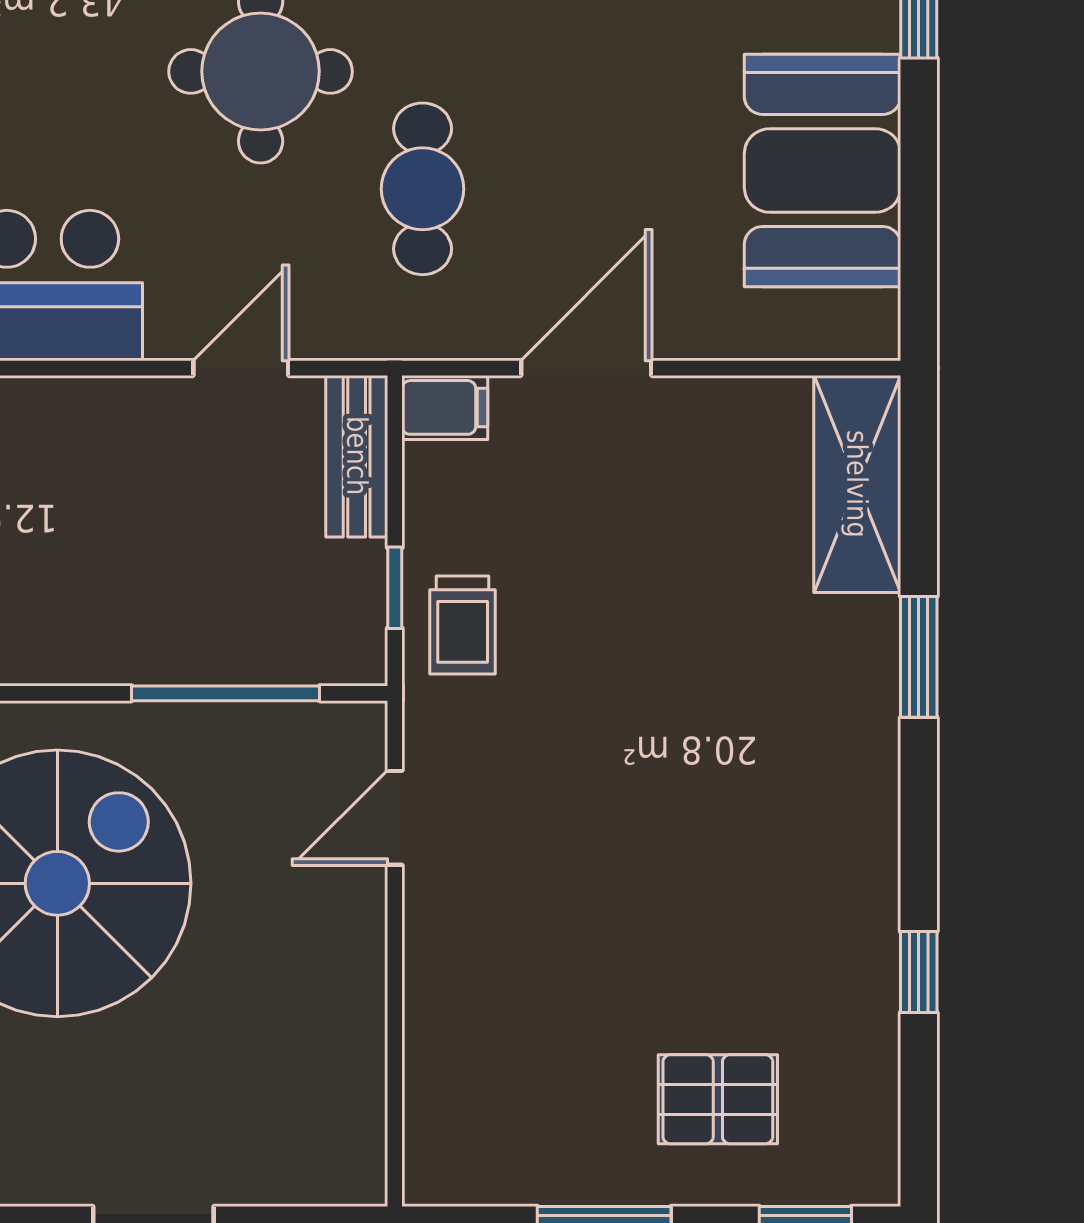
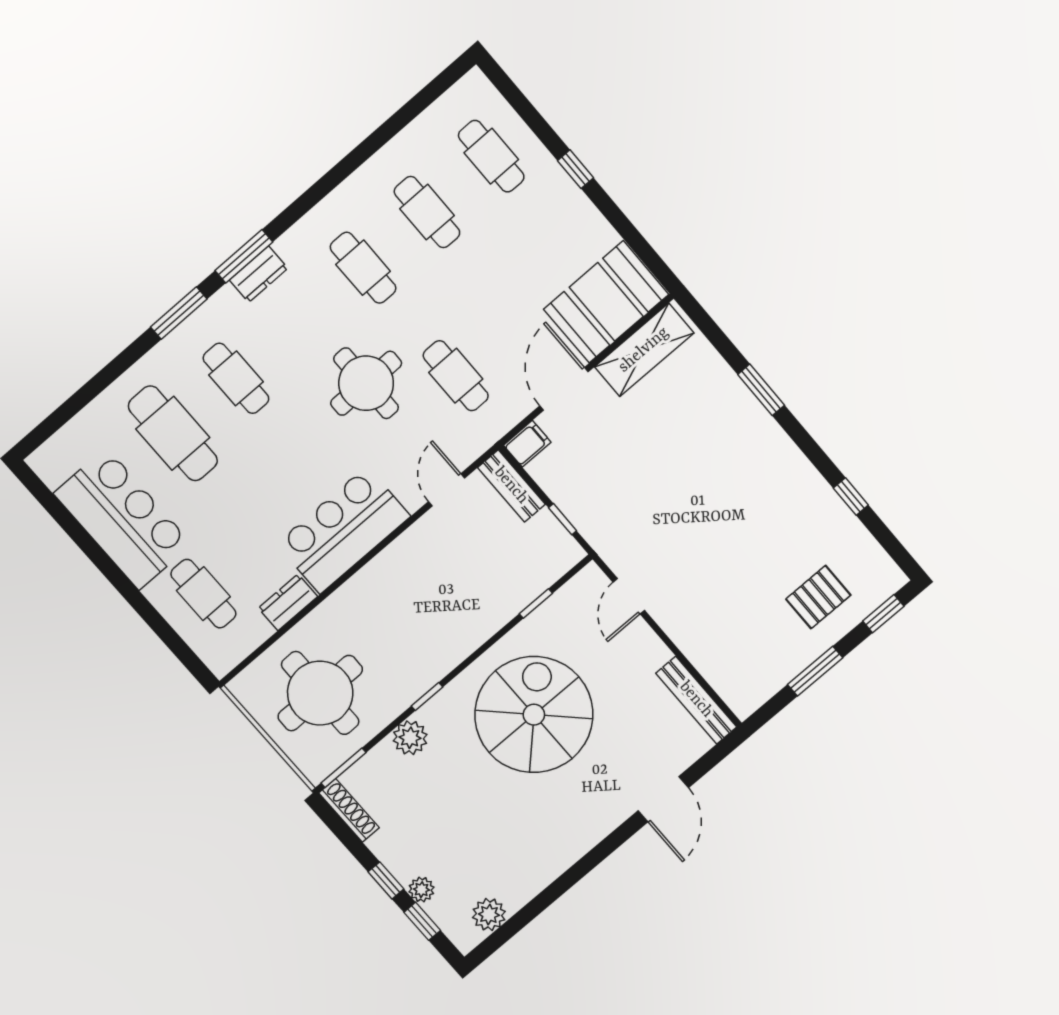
booth: (823, 170) -> (606, 302), moved, turned 90
shelving: (857, 484) -> (644, 350), moved, turned 90
trolley: (463, 625) -> (596, 512), removed
window: (226, 693) -> (536, 603), width x0.46
bench: (357, 1099) -> (696, 700), added

